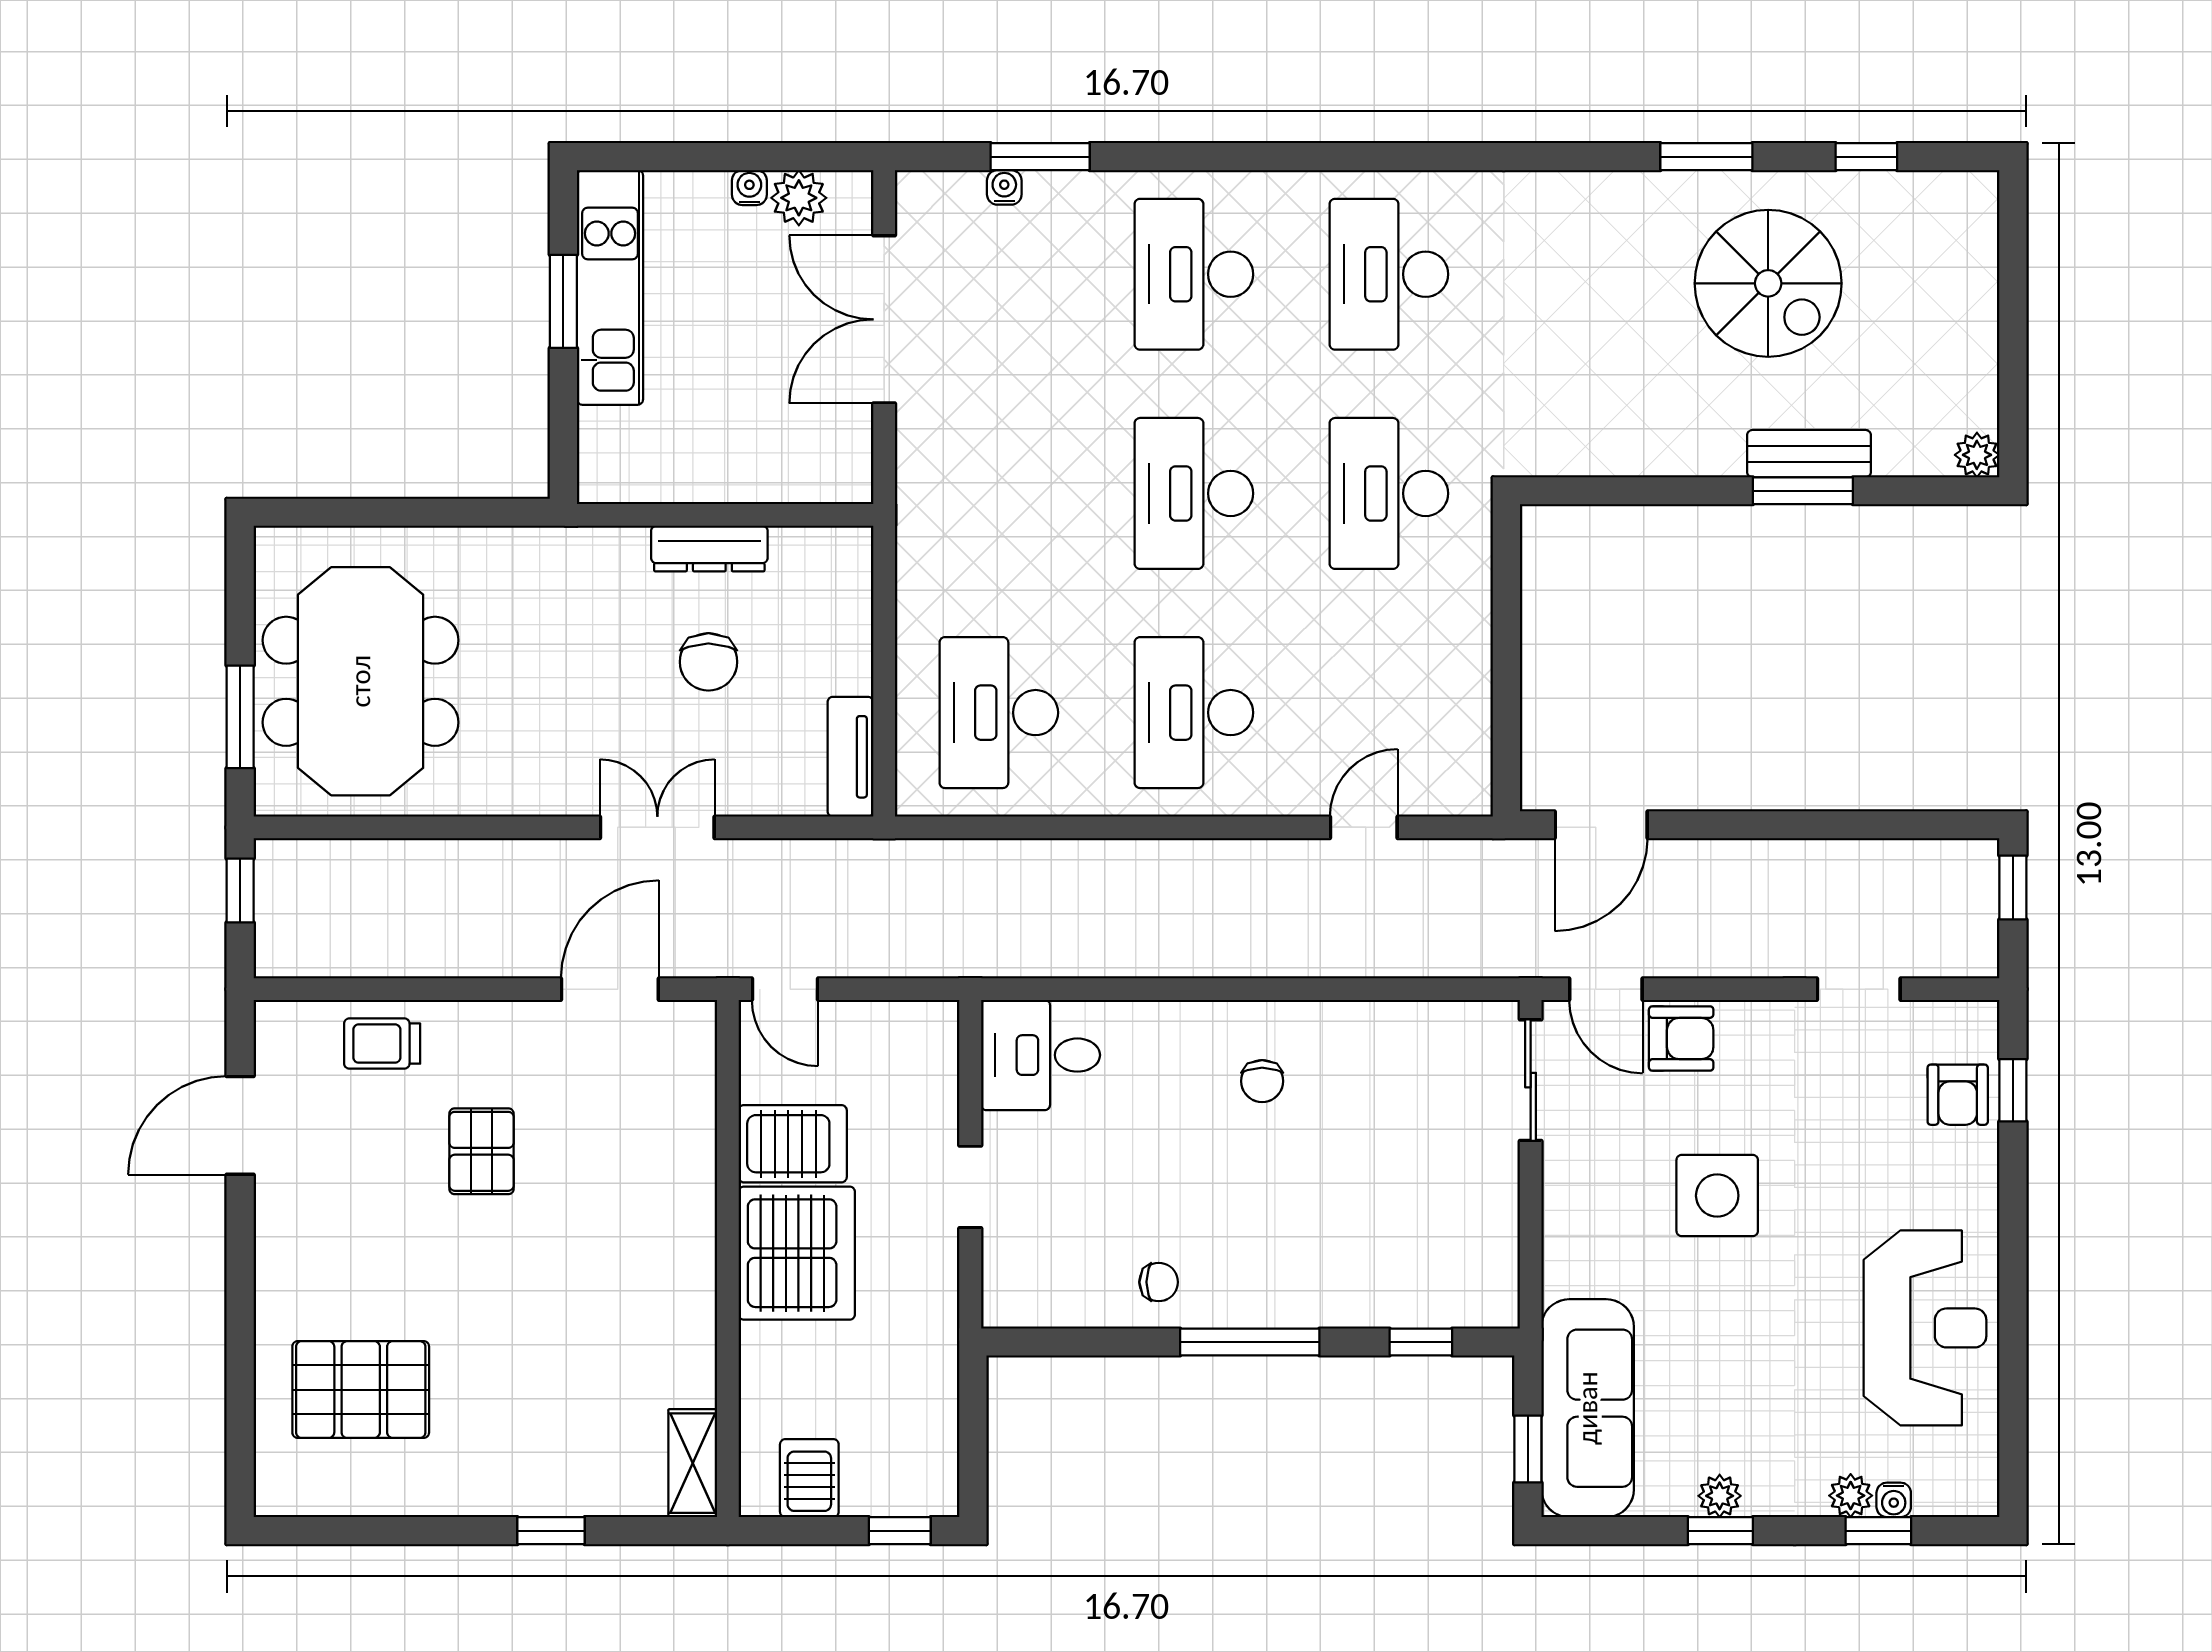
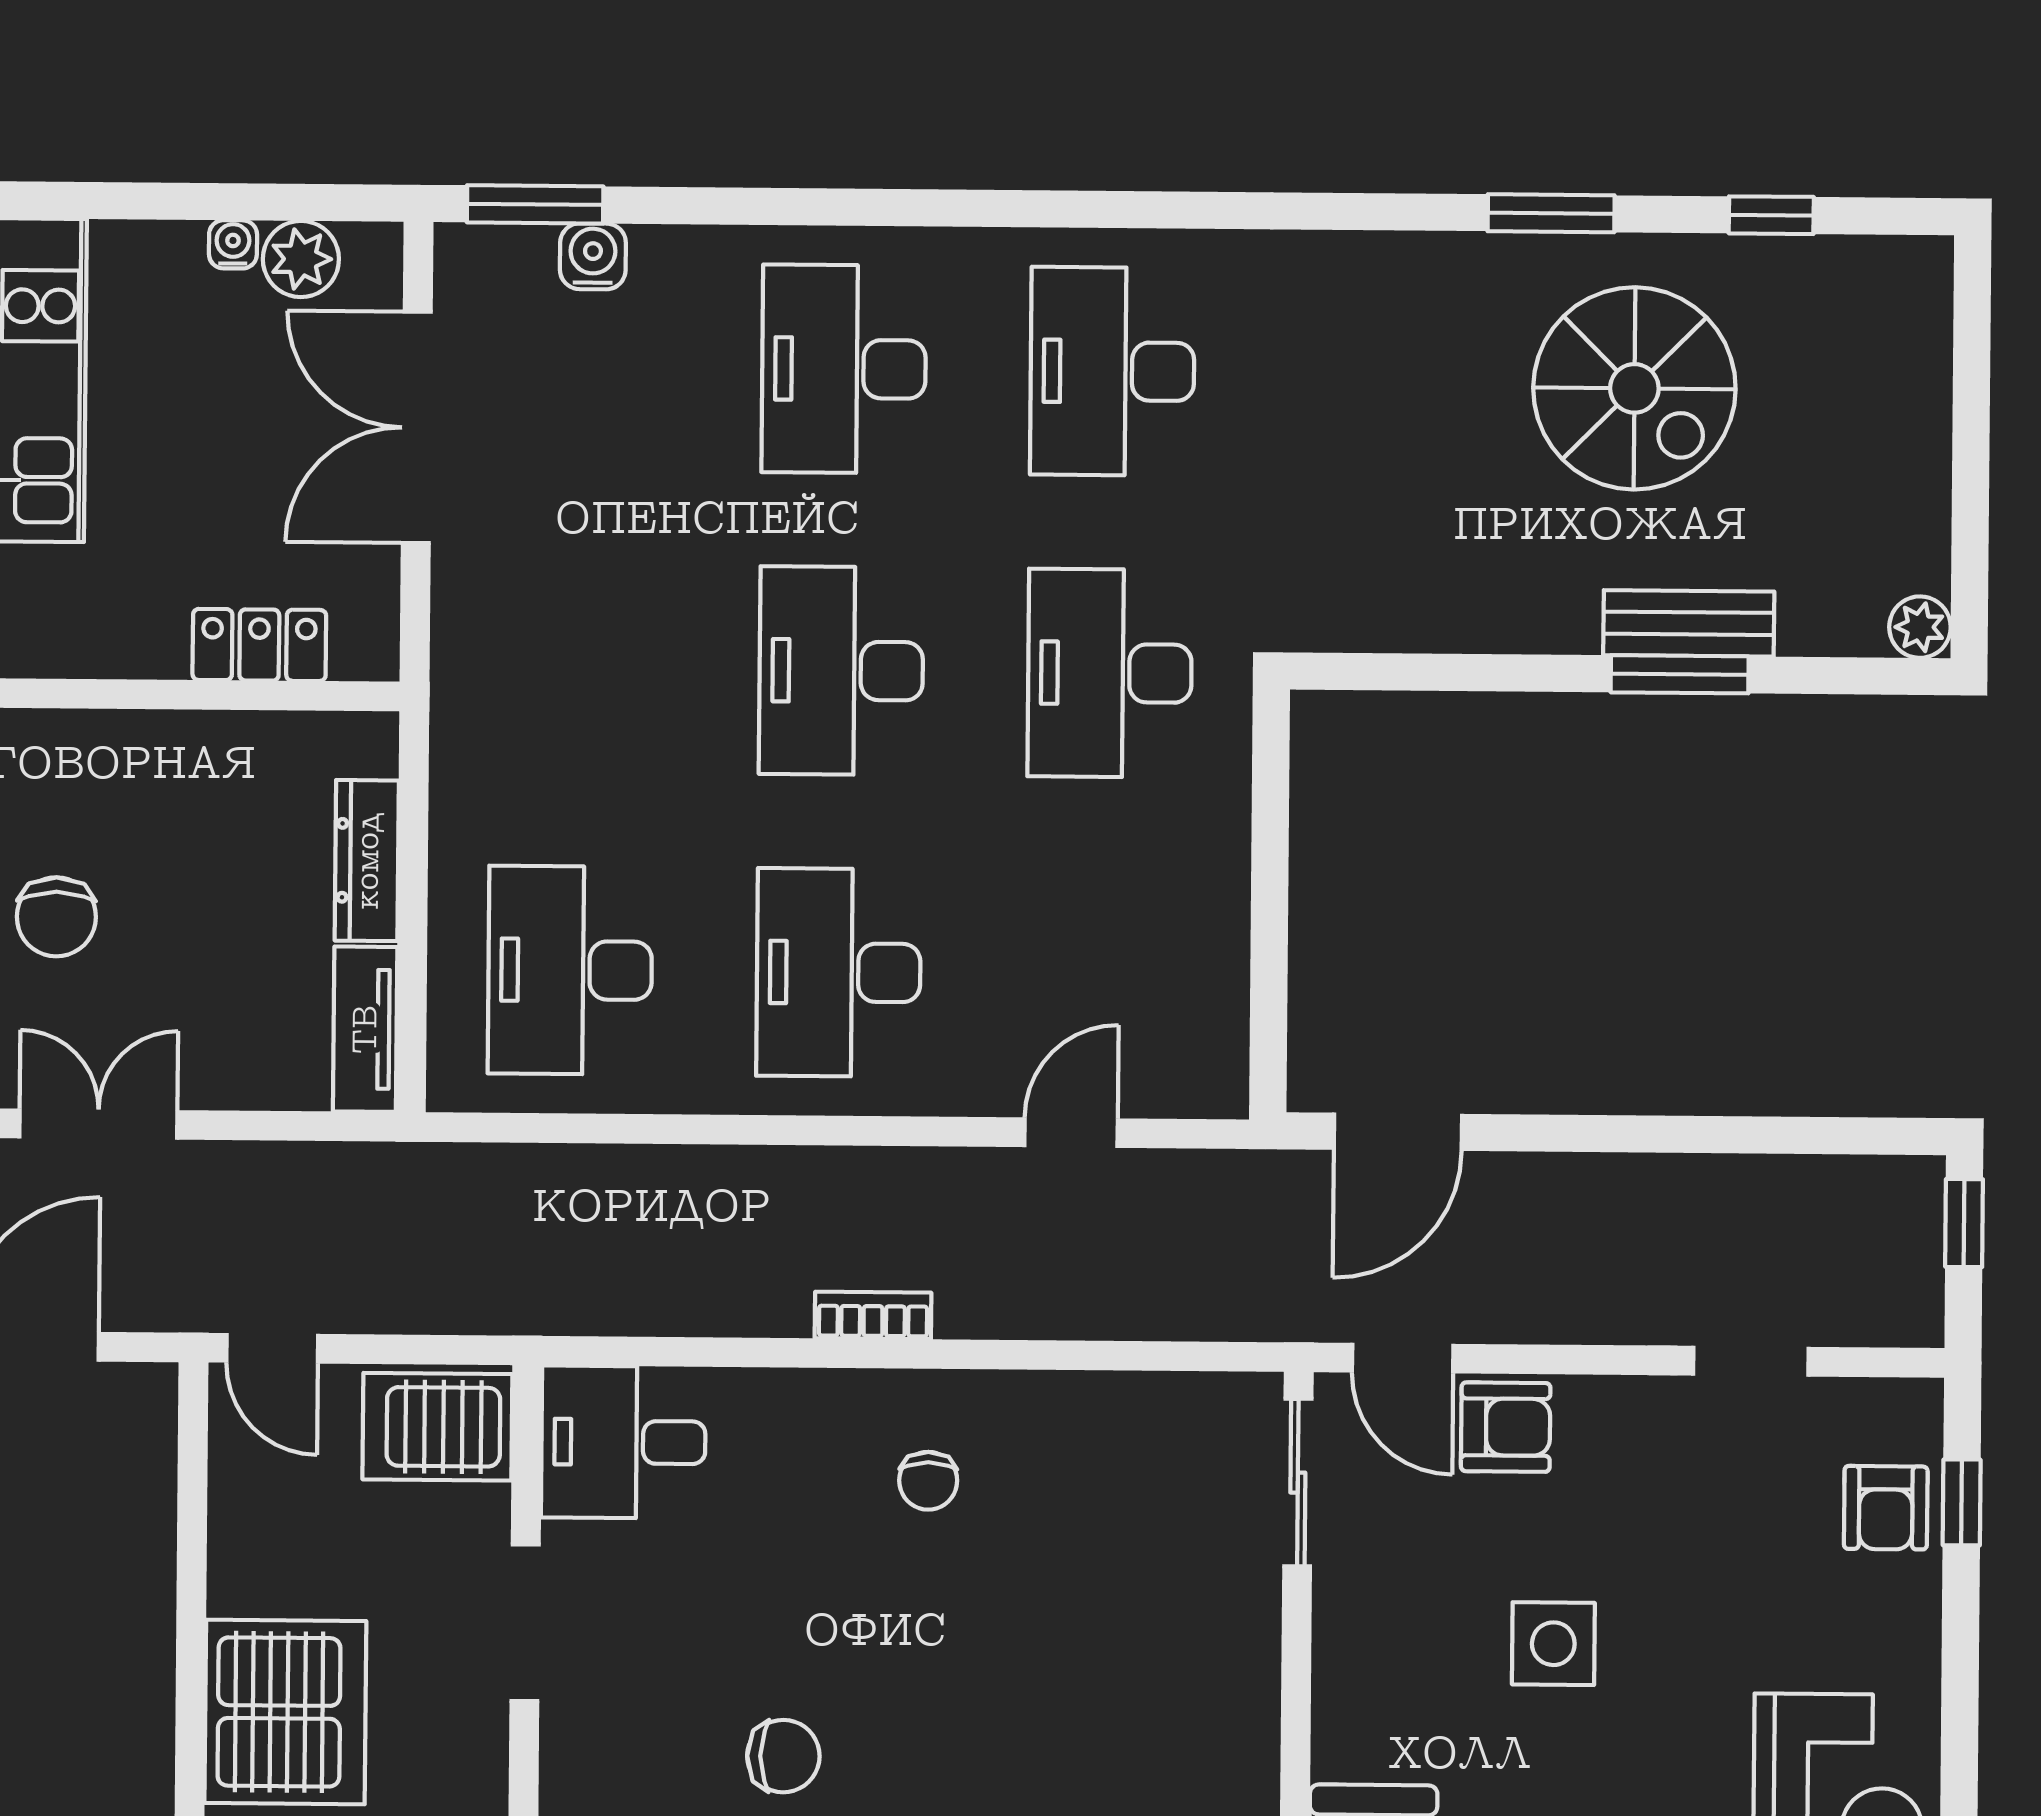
window: (1040, 157) -> (535, 204), moved
water cooler: (1004, 187) -> (593, 256), width x1.38, depth x1.38
locker: (771, 478) -> (259, 645), added
dresser: (709, 549) -> (367, 861), moved, turned 90
chair: (708, 662) -> (56, 917), moved
bookcase: (1221, 961) -> (873, 1315), added
server rack: (793, 1144) -> (437, 1427), moved, turned 180
doorway: (970, 1187) -> (525, 1623), width x1.38
side table: (1717, 1196) -> (1553, 1644), width x0.73, depth x0.73
chair: (1159, 1282) -> (783, 1756), width x1.37, depth x1.37

